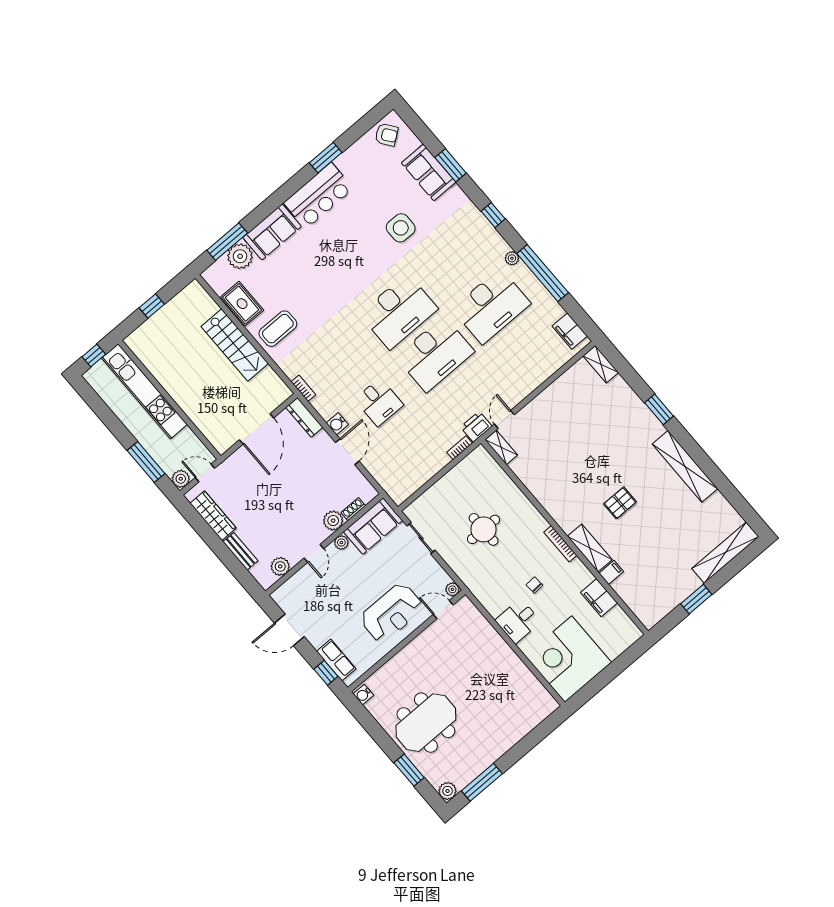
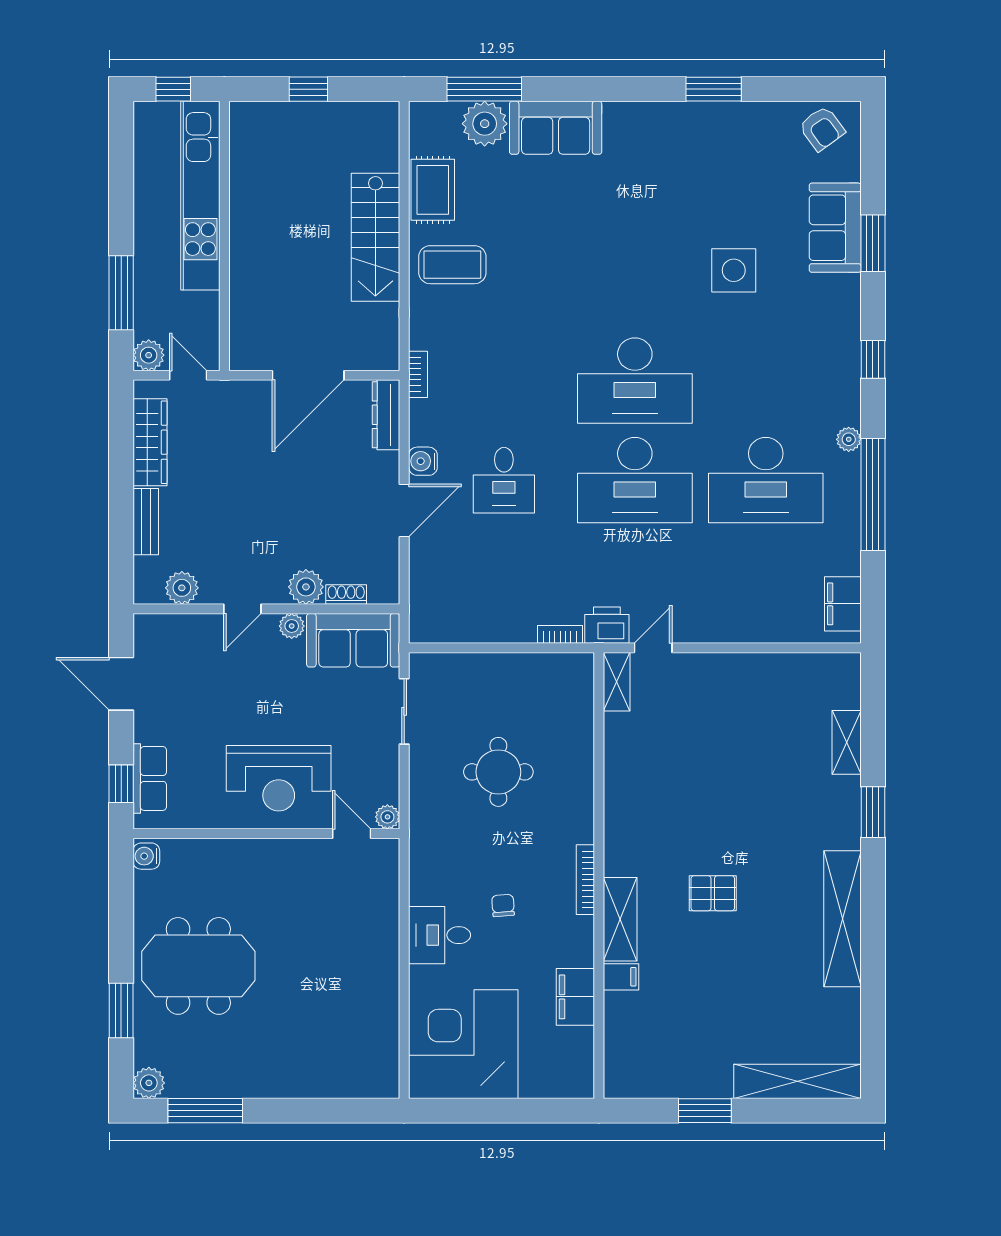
bar counter: (319, 196) -> (660, 132), removed
shelving: (601, 364) -> (847, 742), moved

